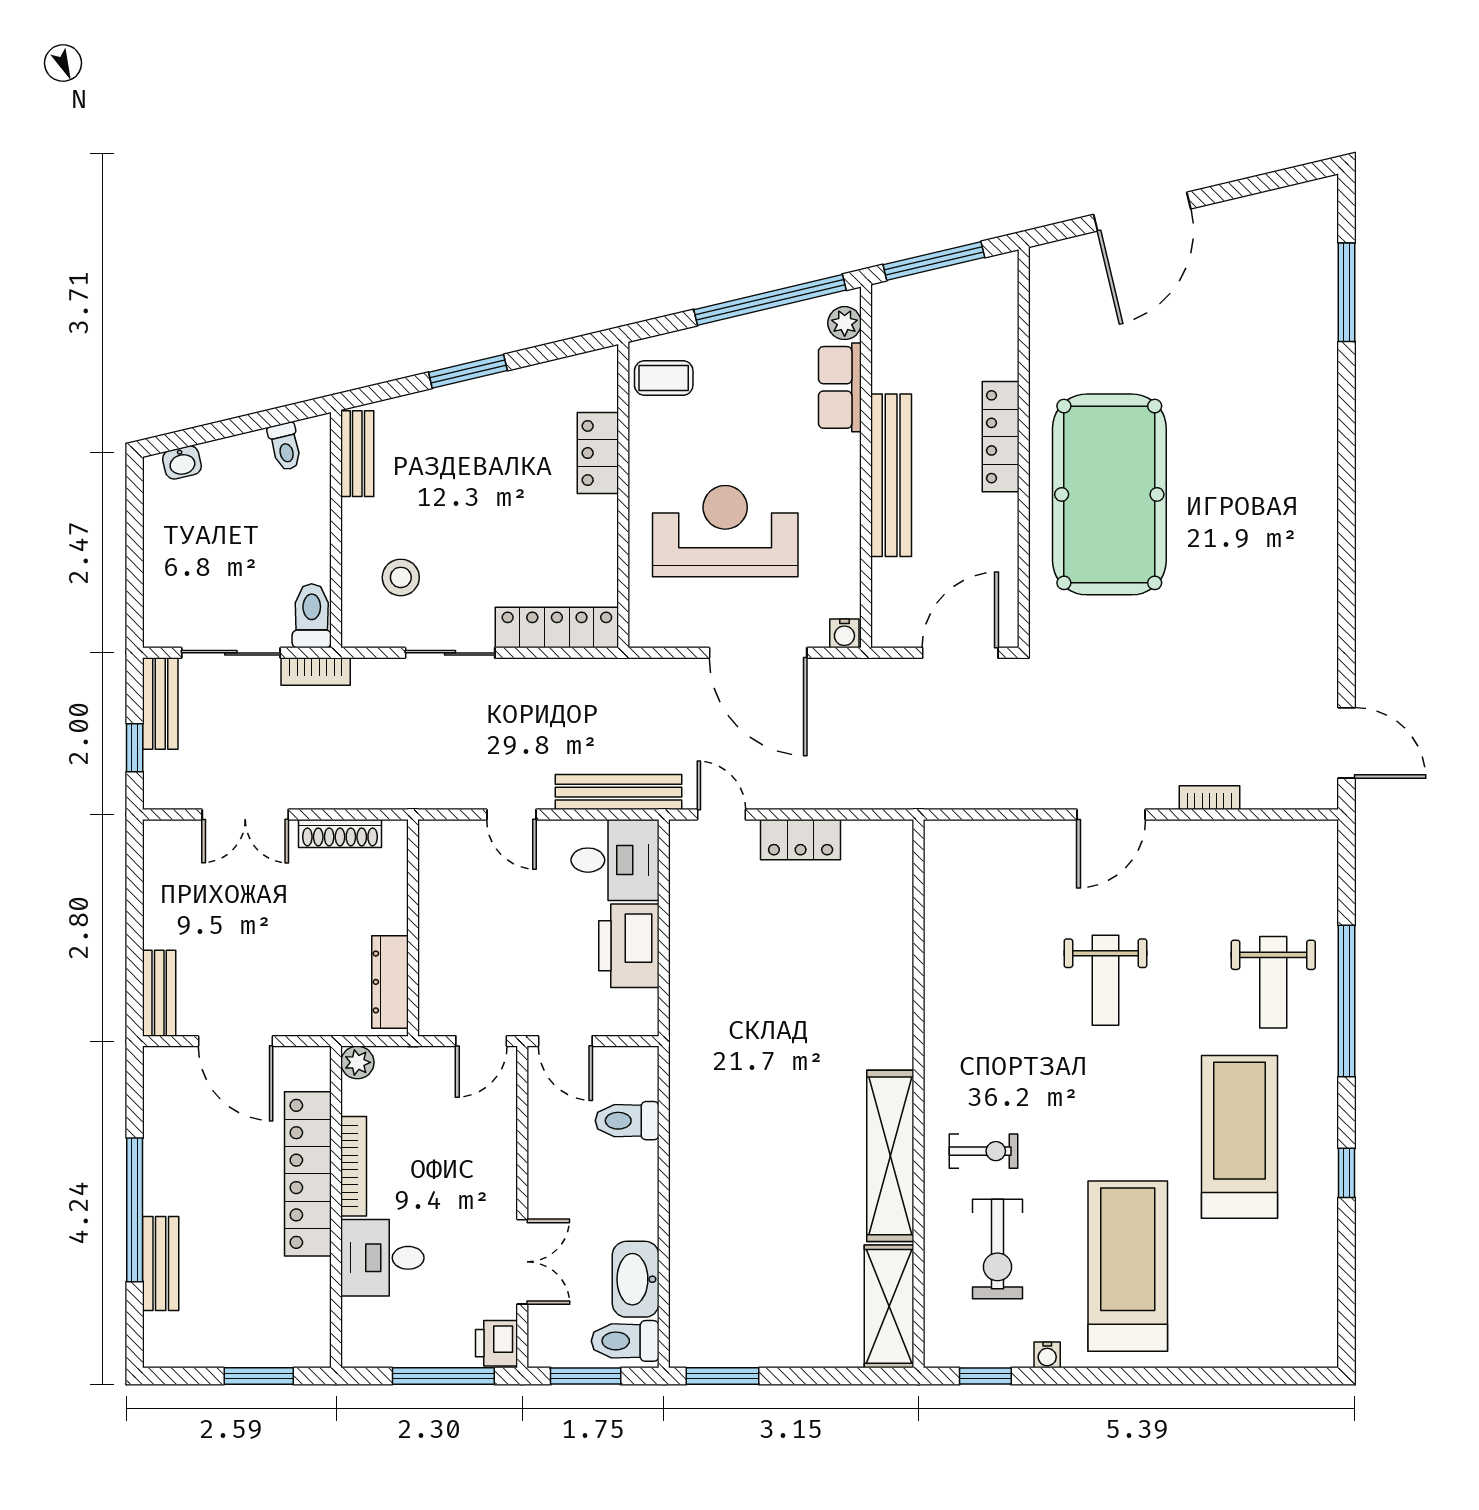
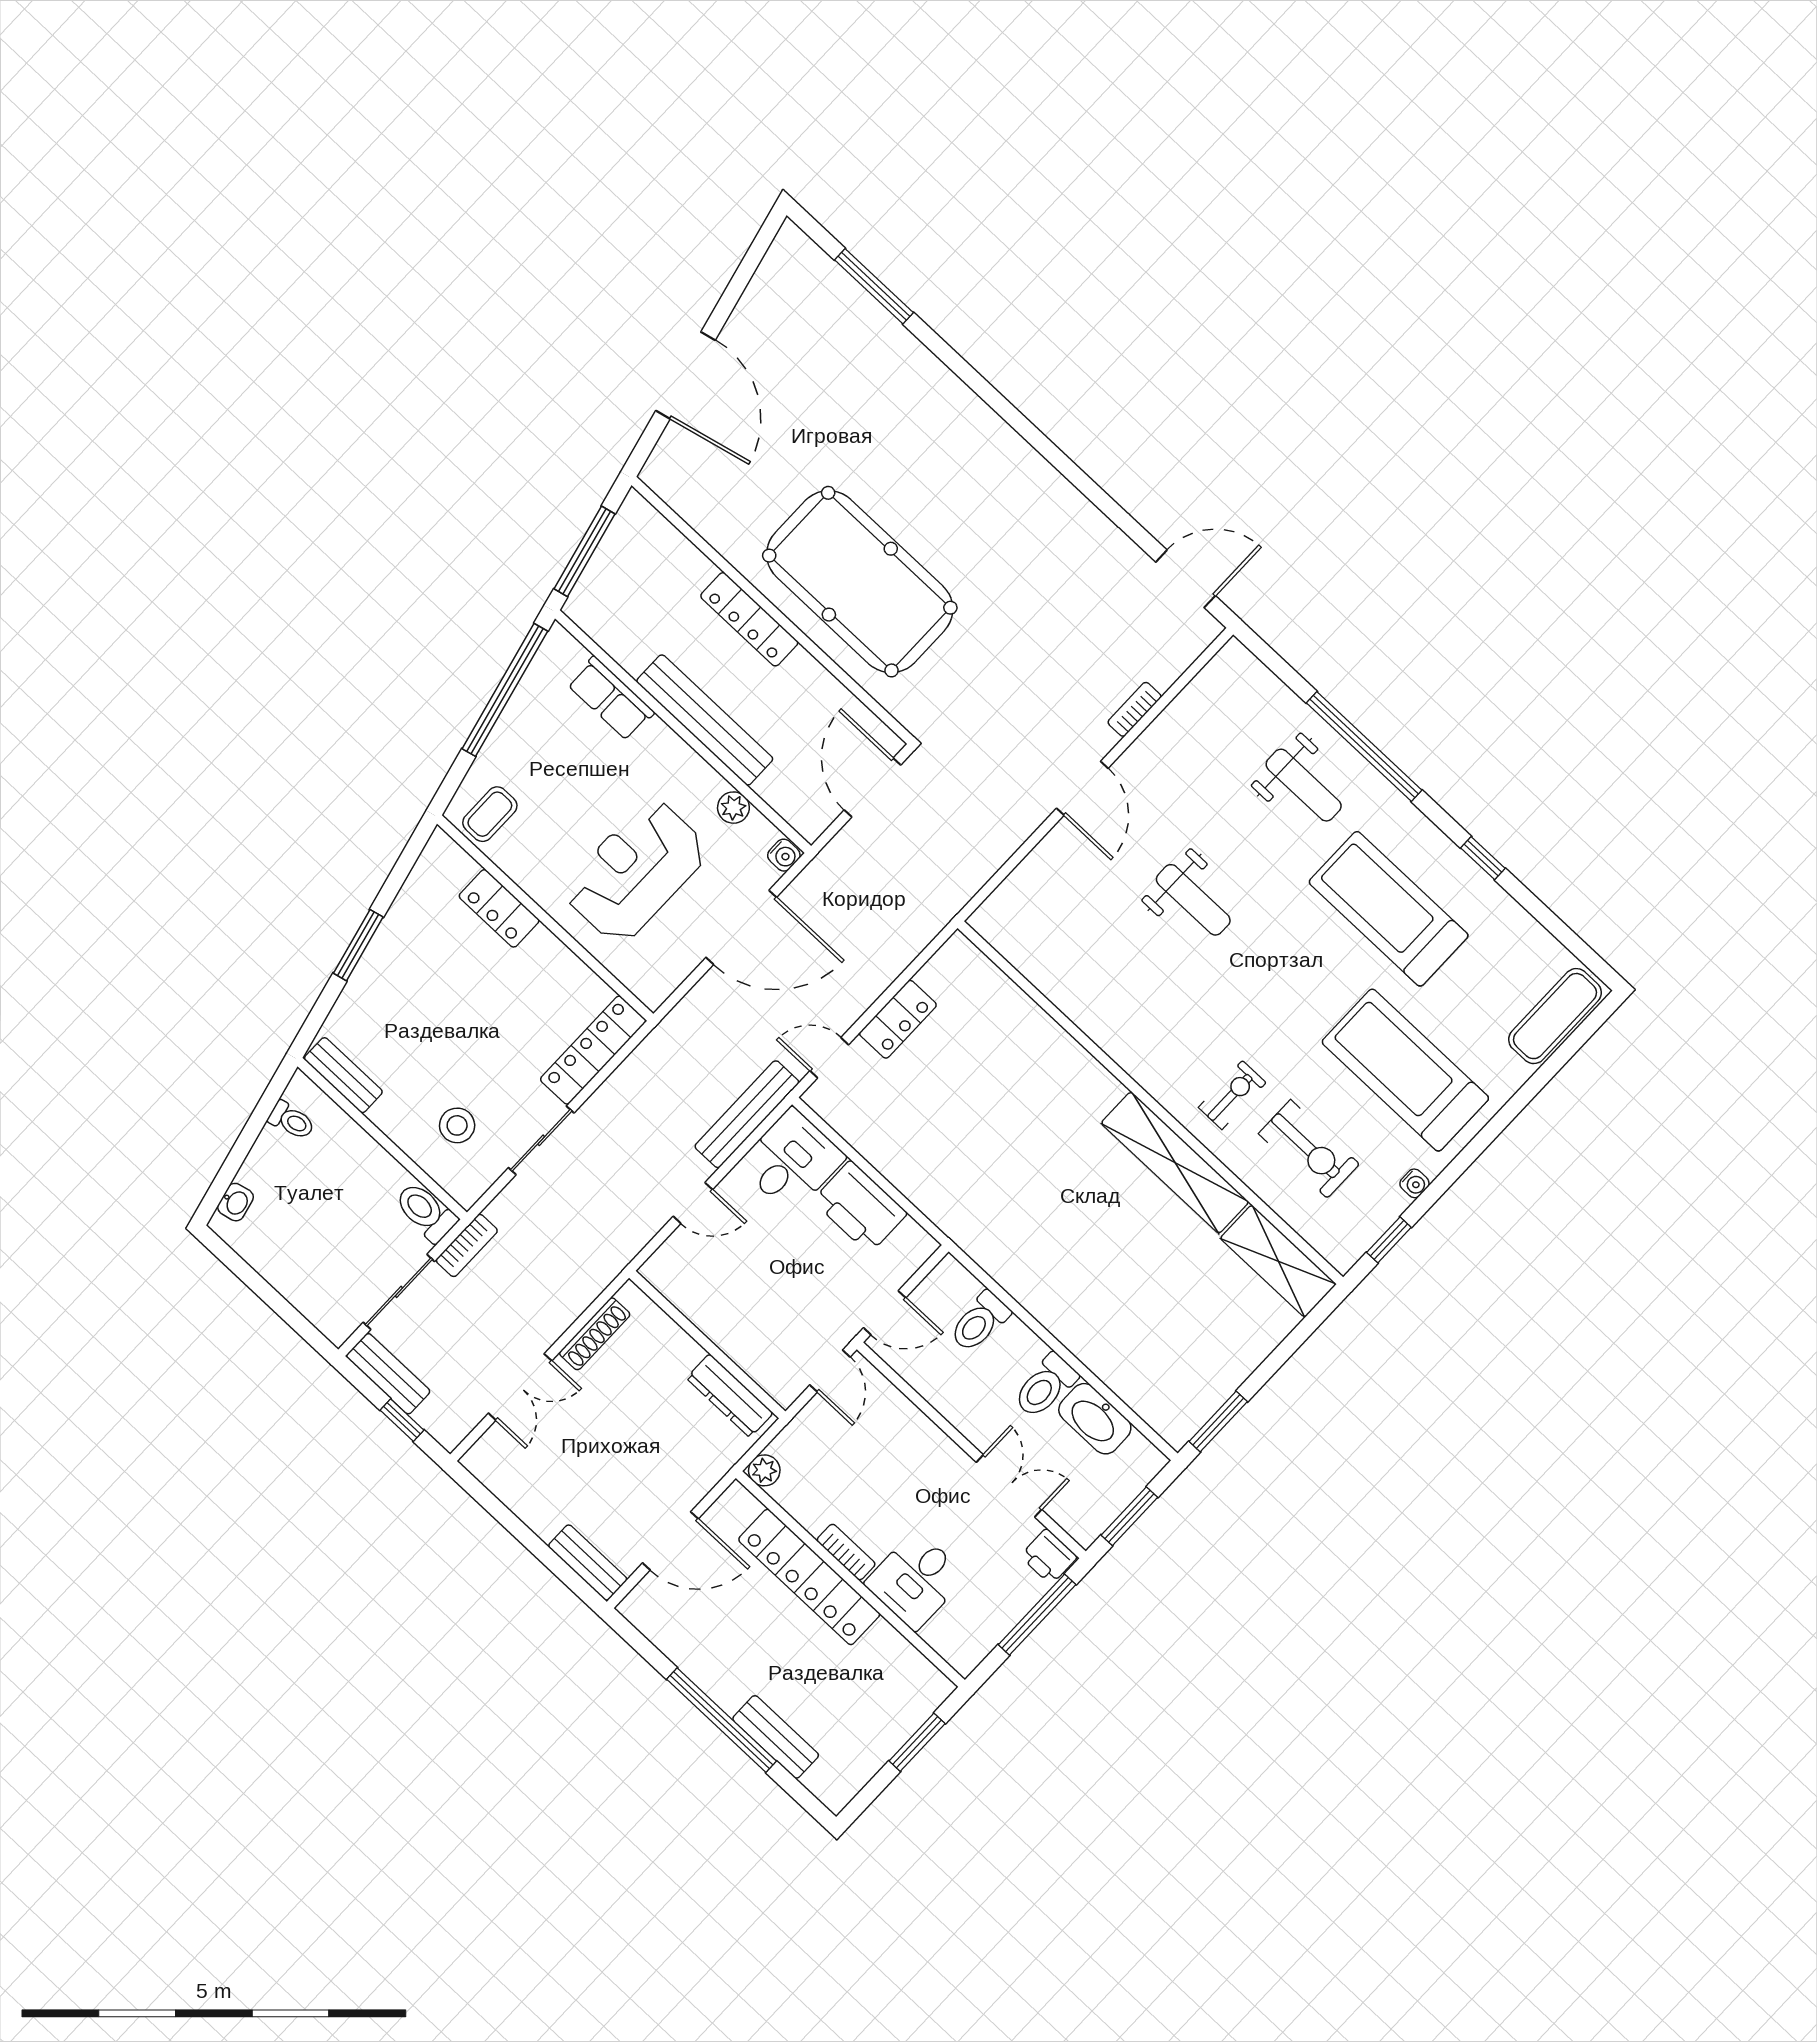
plant: (845, 323) -> (733, 808), moved
bookcase: (354, 1166) -> (846, 1552), width x0.64
toilet: (625, 1341) -> (1045, 1386), moved
exercise mat: (1277, 1342) -> (1555, 1016), added

